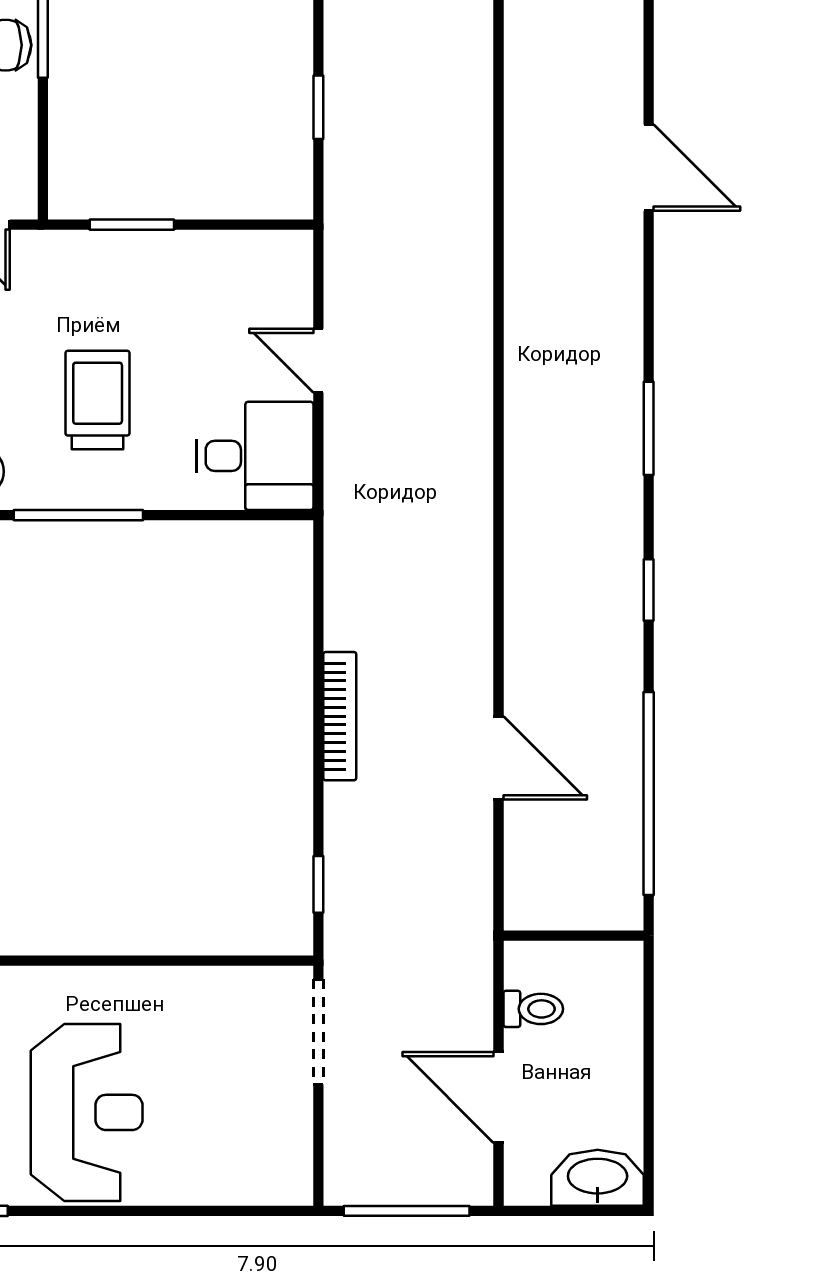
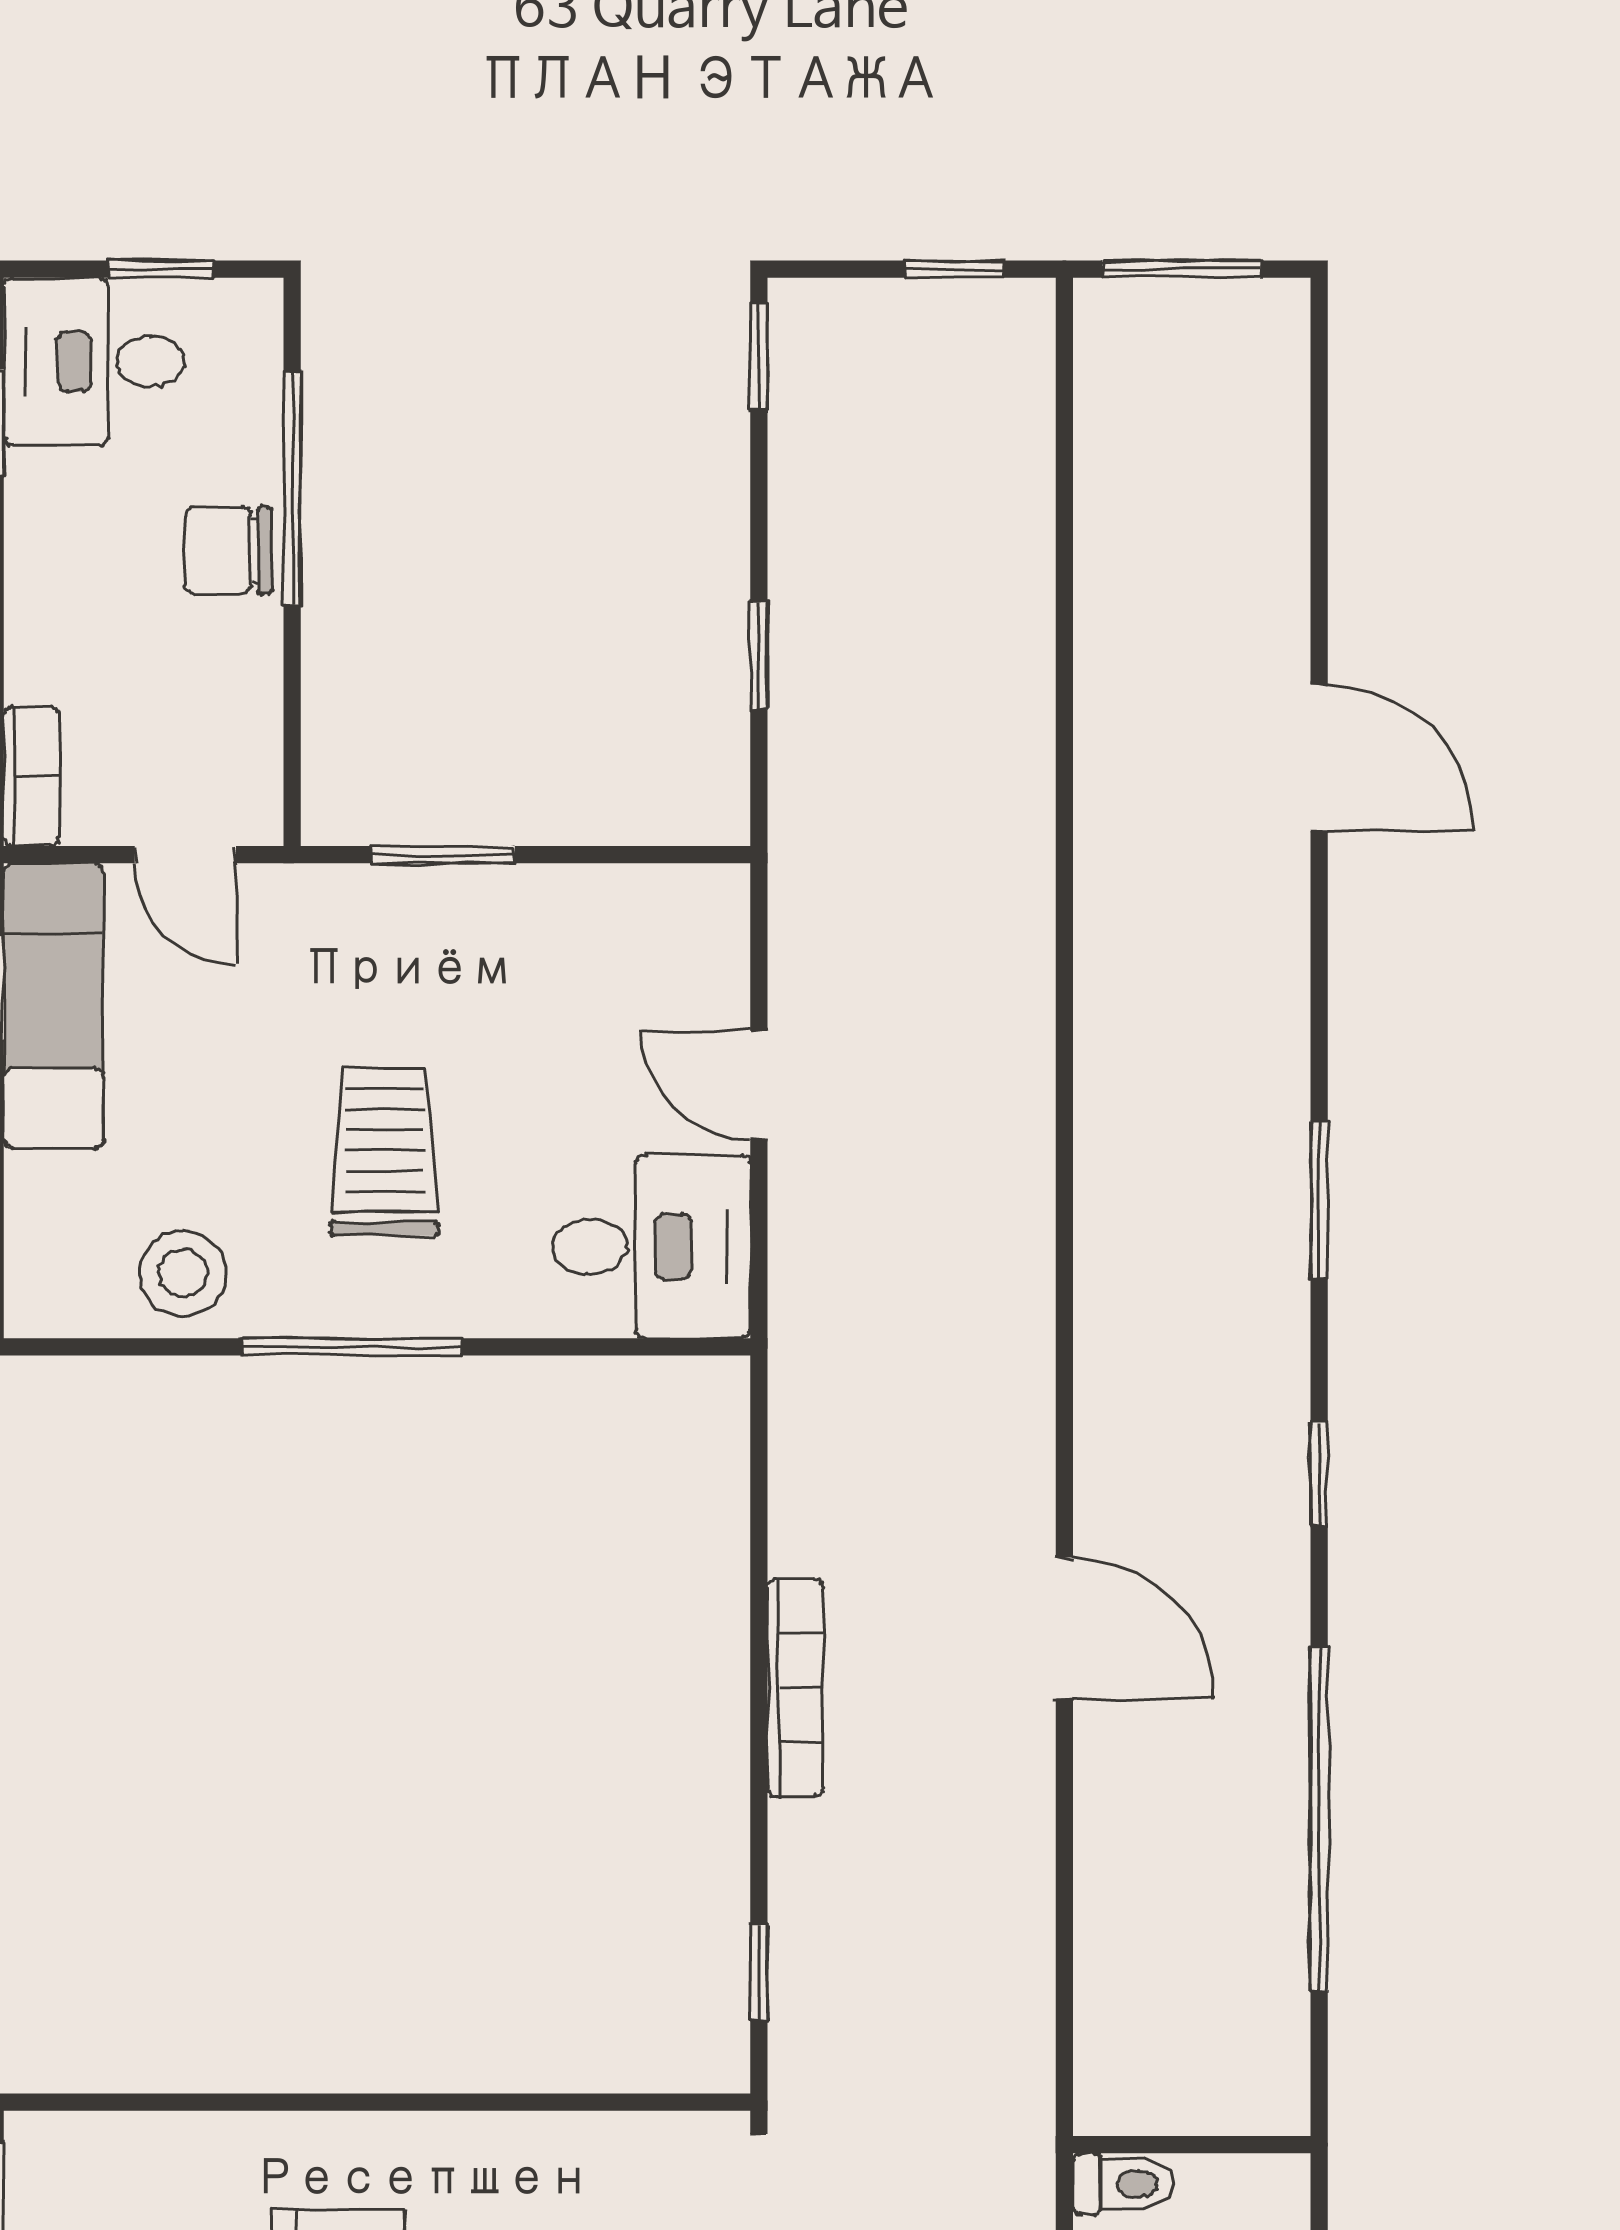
door: (499, 758) -> (1064, 1628), moved
wall: (574, 936) -> (1192, 2145), moved

